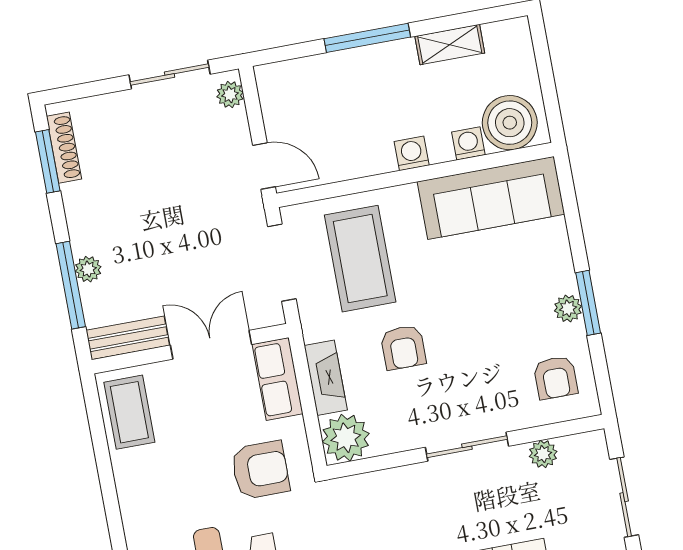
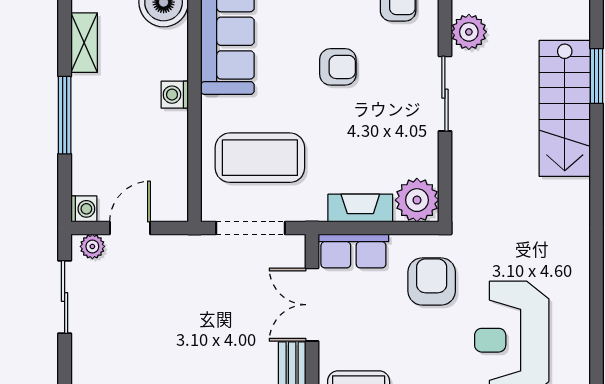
washing machine: (468, 143) -> (84, 209), moved, turned 180
door: (264, 166) -> (130, 228), moved
armchair: (403, 347) -> (338, 67), moved
plant: (543, 454) -> (469, 32), width x1.38, depth x1.38

